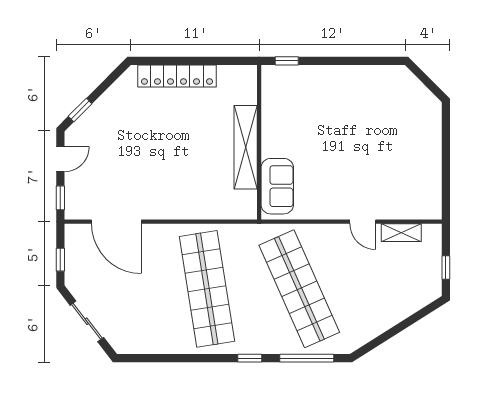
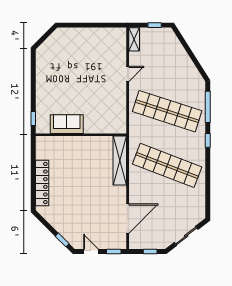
shelving: (246, 147) -> (120, 161), moved, turned 90
sofa: (277, 186) -> (67, 124), moved
shelving: (401, 233) -> (134, 39), moved
shop shelf: (207, 289) -> (167, 165), turned 30
shop shelf: (299, 289) -> (167, 111), turned 42

